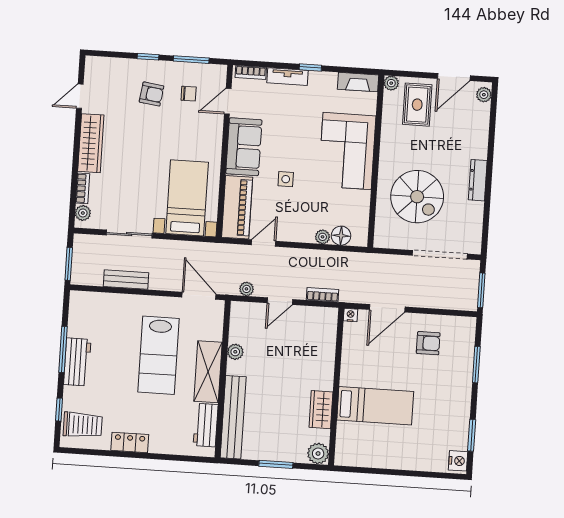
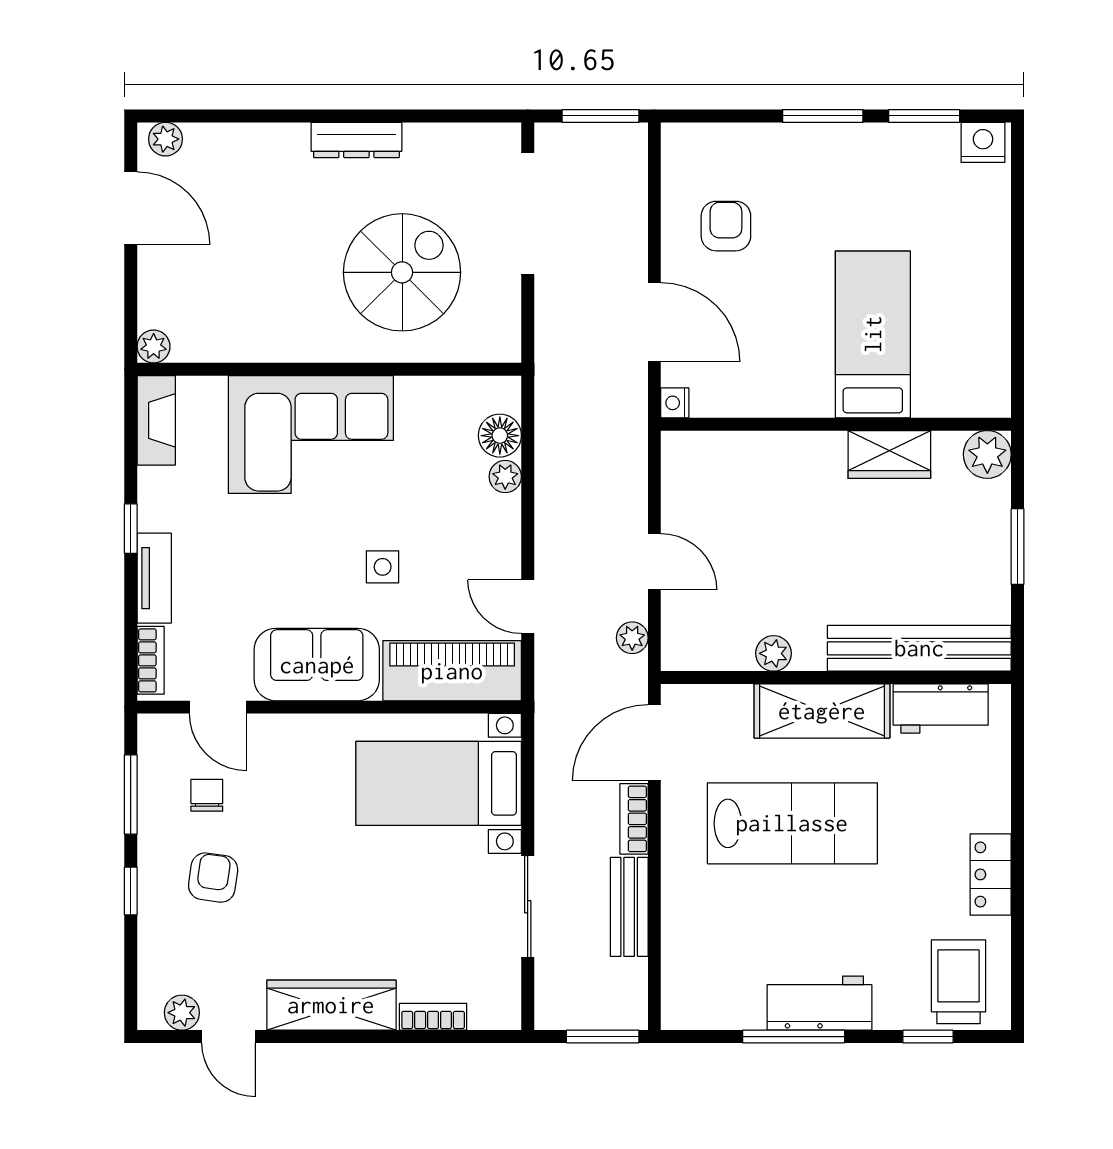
rug: (417, 105) -> (197, 286), removed
plant: (83, 213) -> (182, 1013), moved
bookcase: (323, 295) -> (634, 819), moved
window: (476, 365) -> (823, 116), moved

